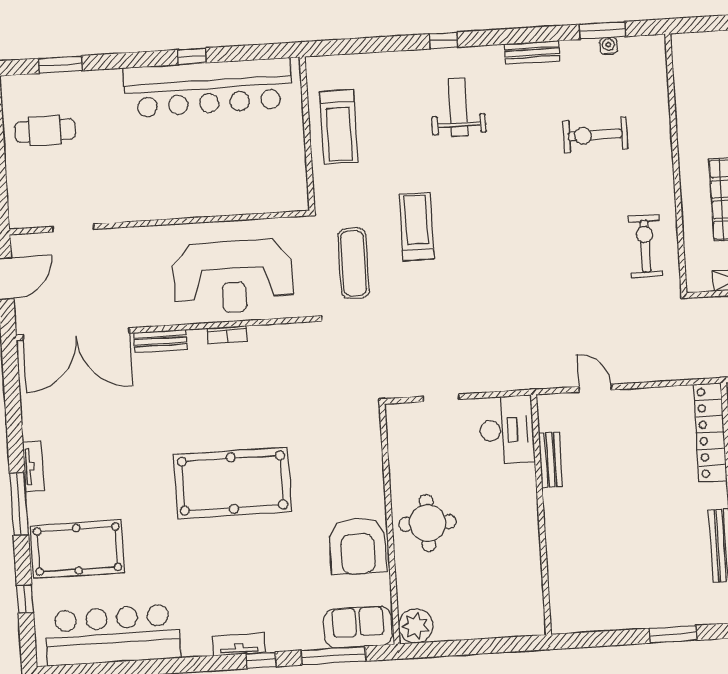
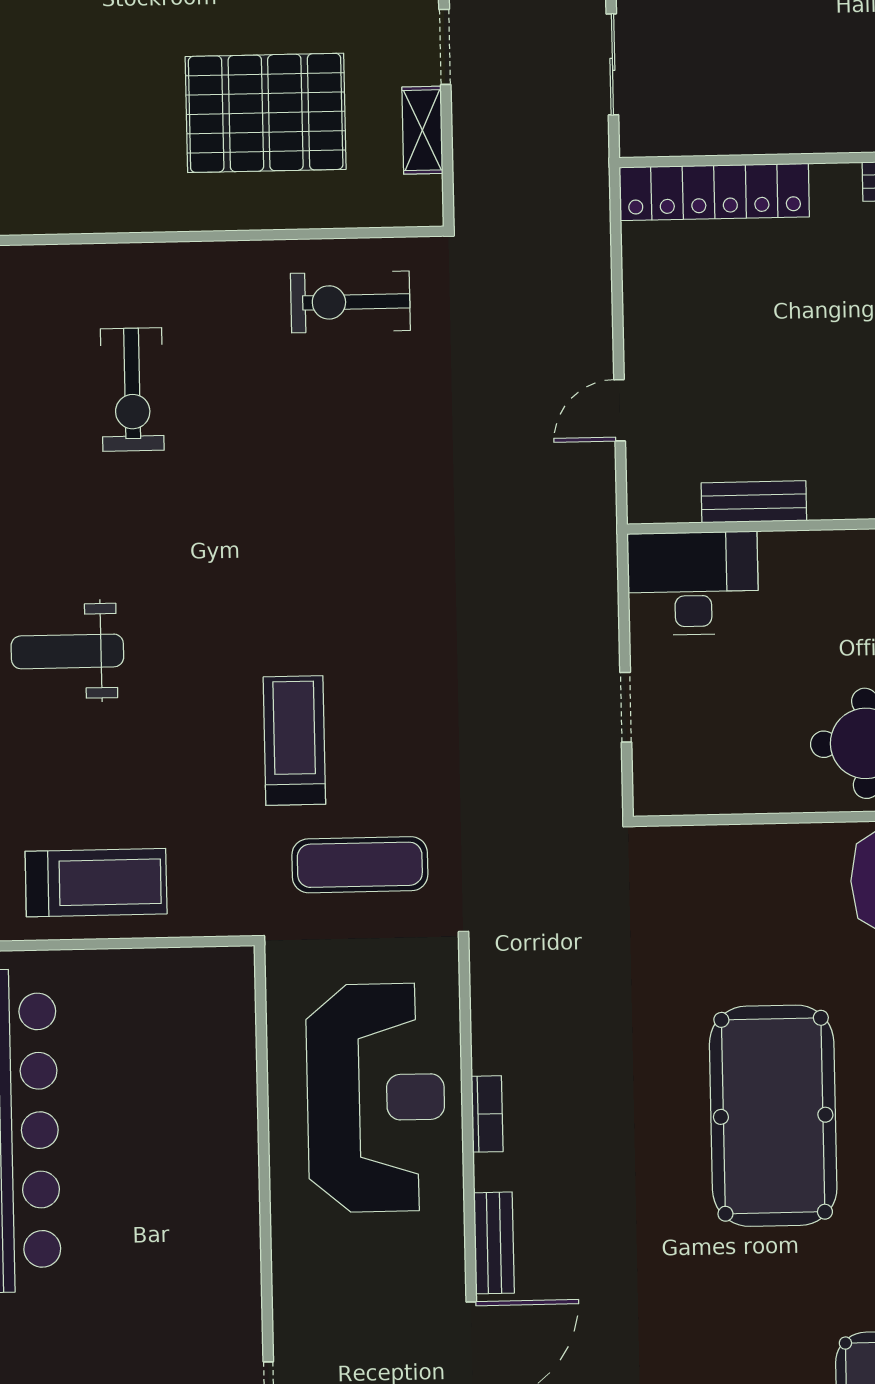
treadmill: (417, 227) -> (294, 741), turned 90

